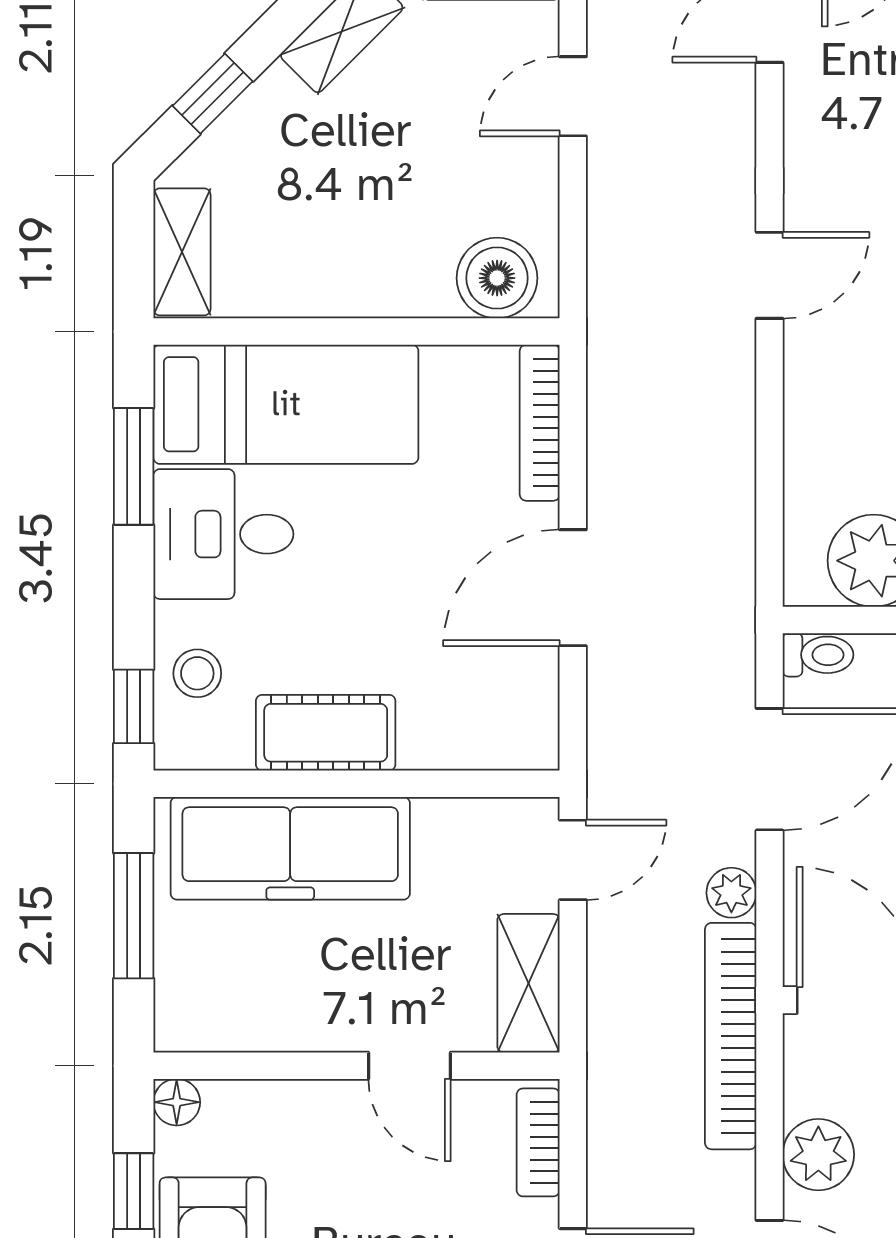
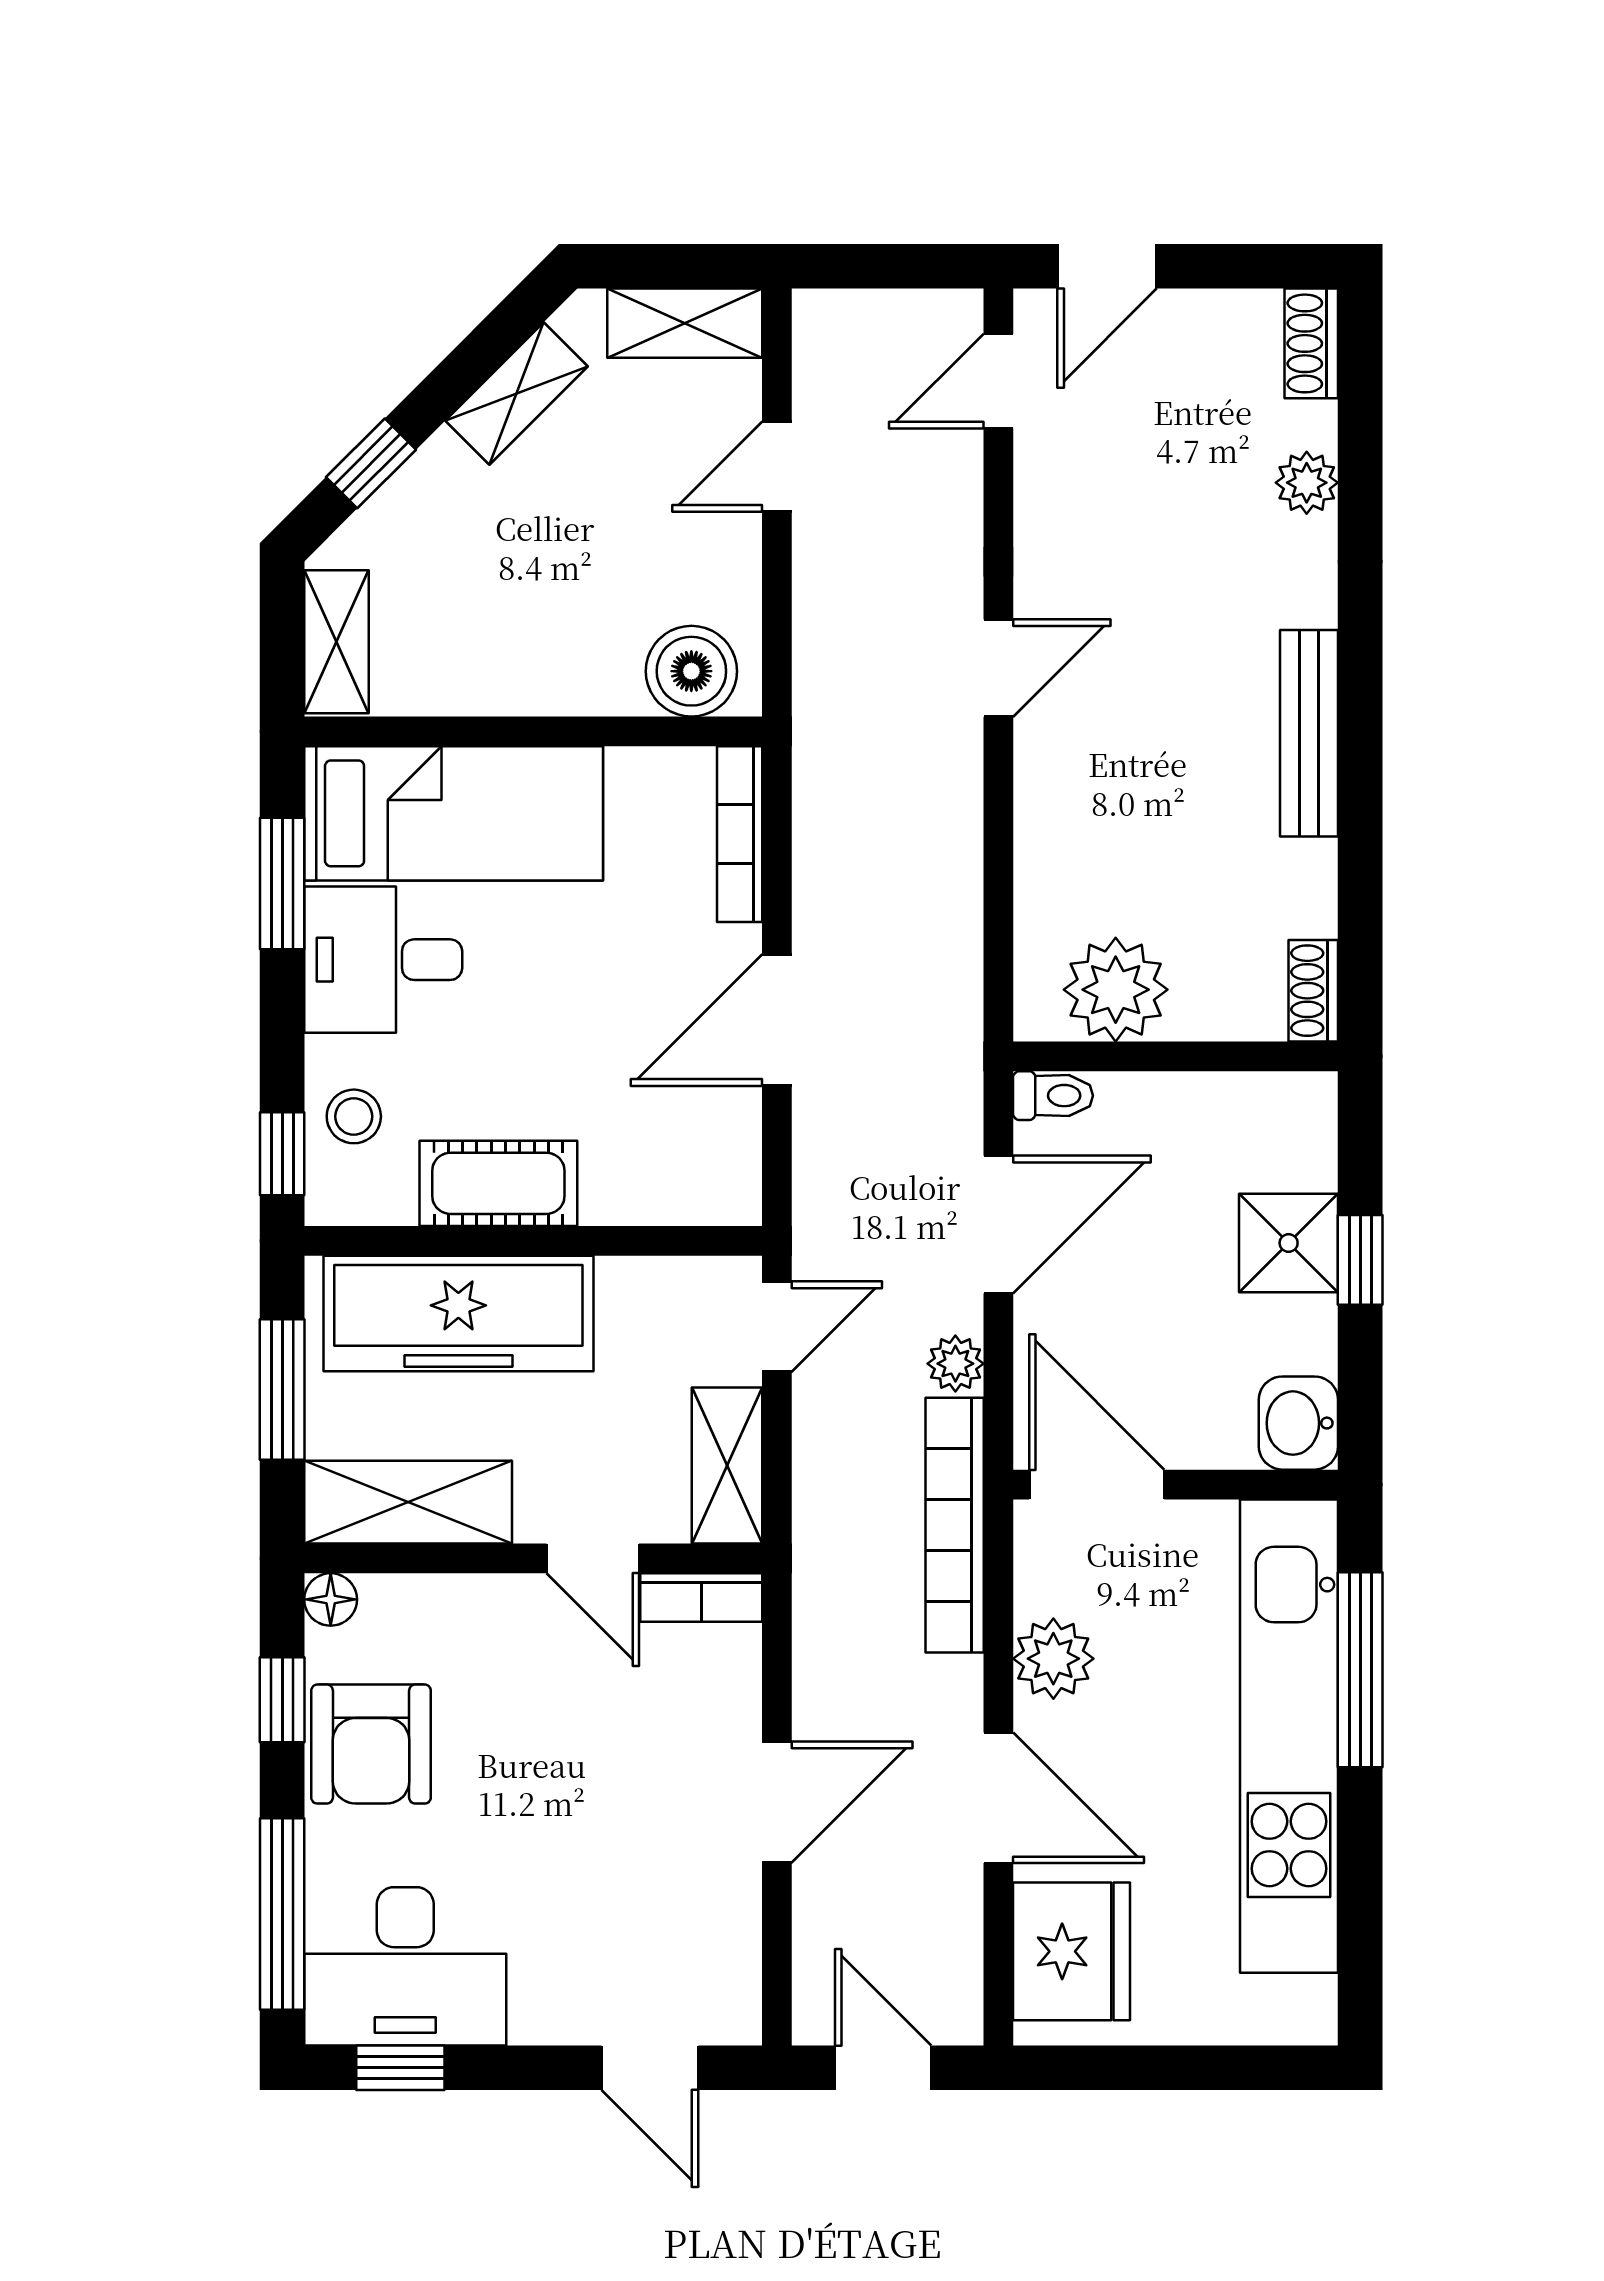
shelving: (246, 1016) -> (408, 1502), added
bookcase: (538, 1142) -> (701, 1597), moved, turned -90

